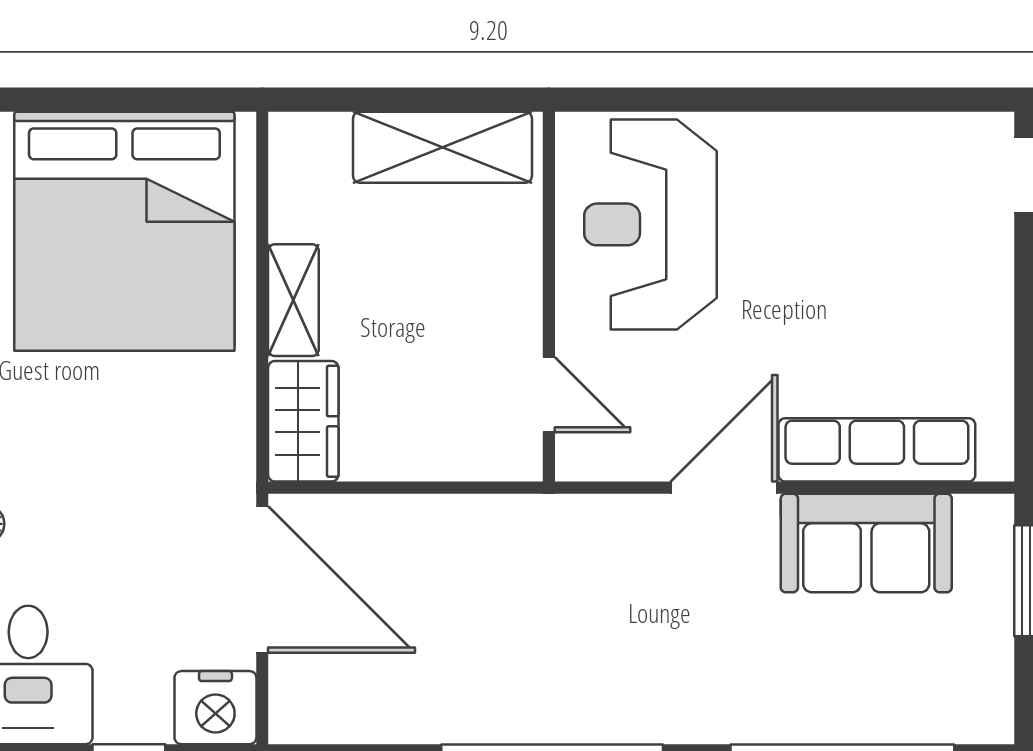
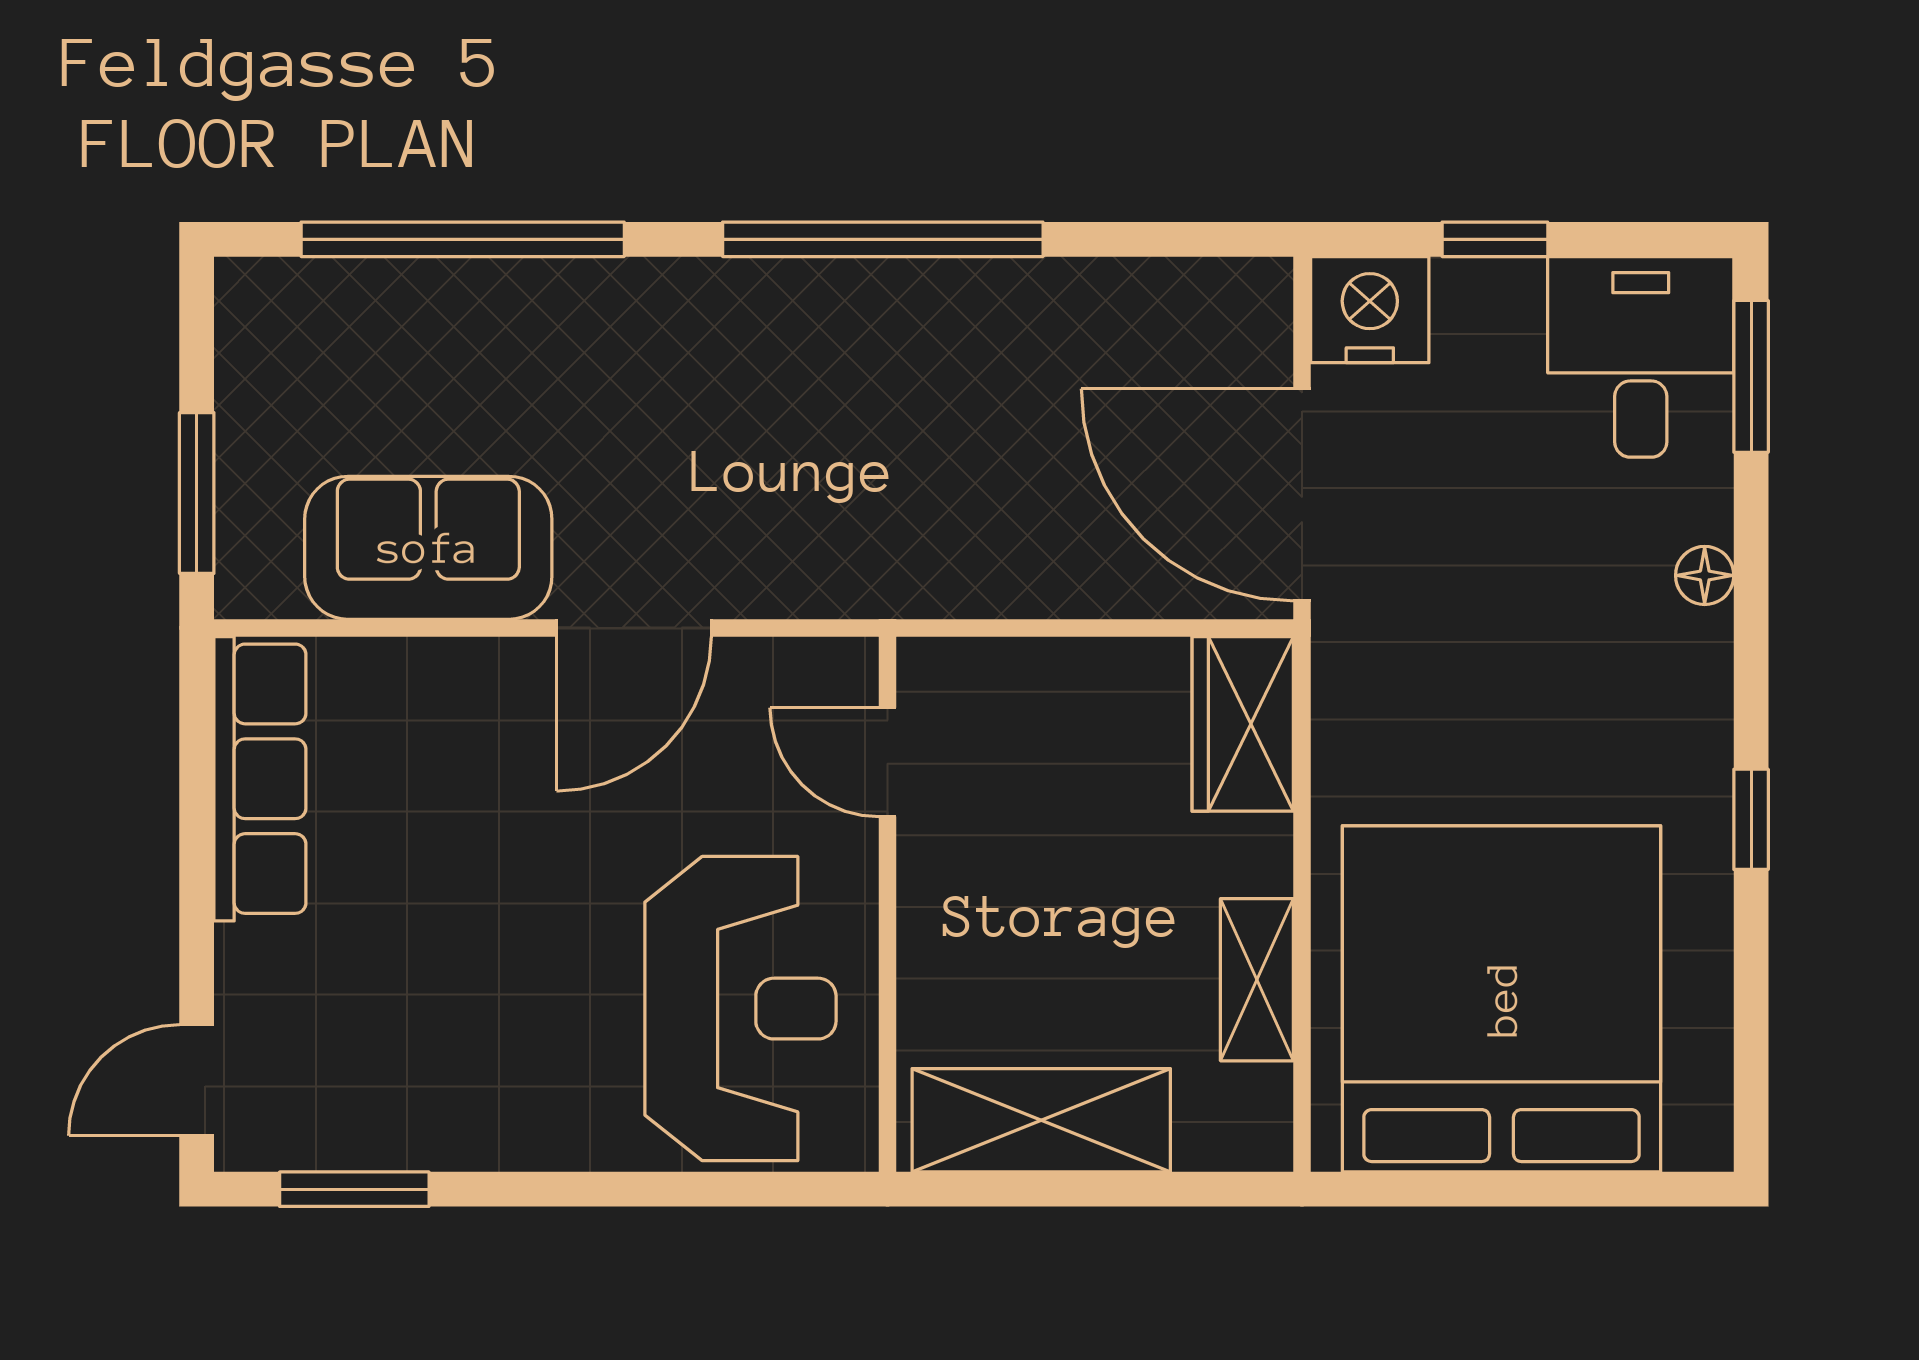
window: (917, 100) -> (354, 1189), added
shelving: (293, 300) -> (1257, 980), moved
row of seats: (877, 450) -> (260, 779), moved, turned -90

